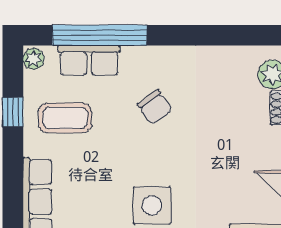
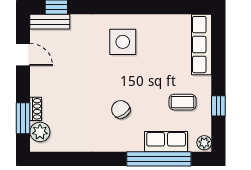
coffee table: (65, 118) -> (183, 102), width x0.73, depth x0.77

